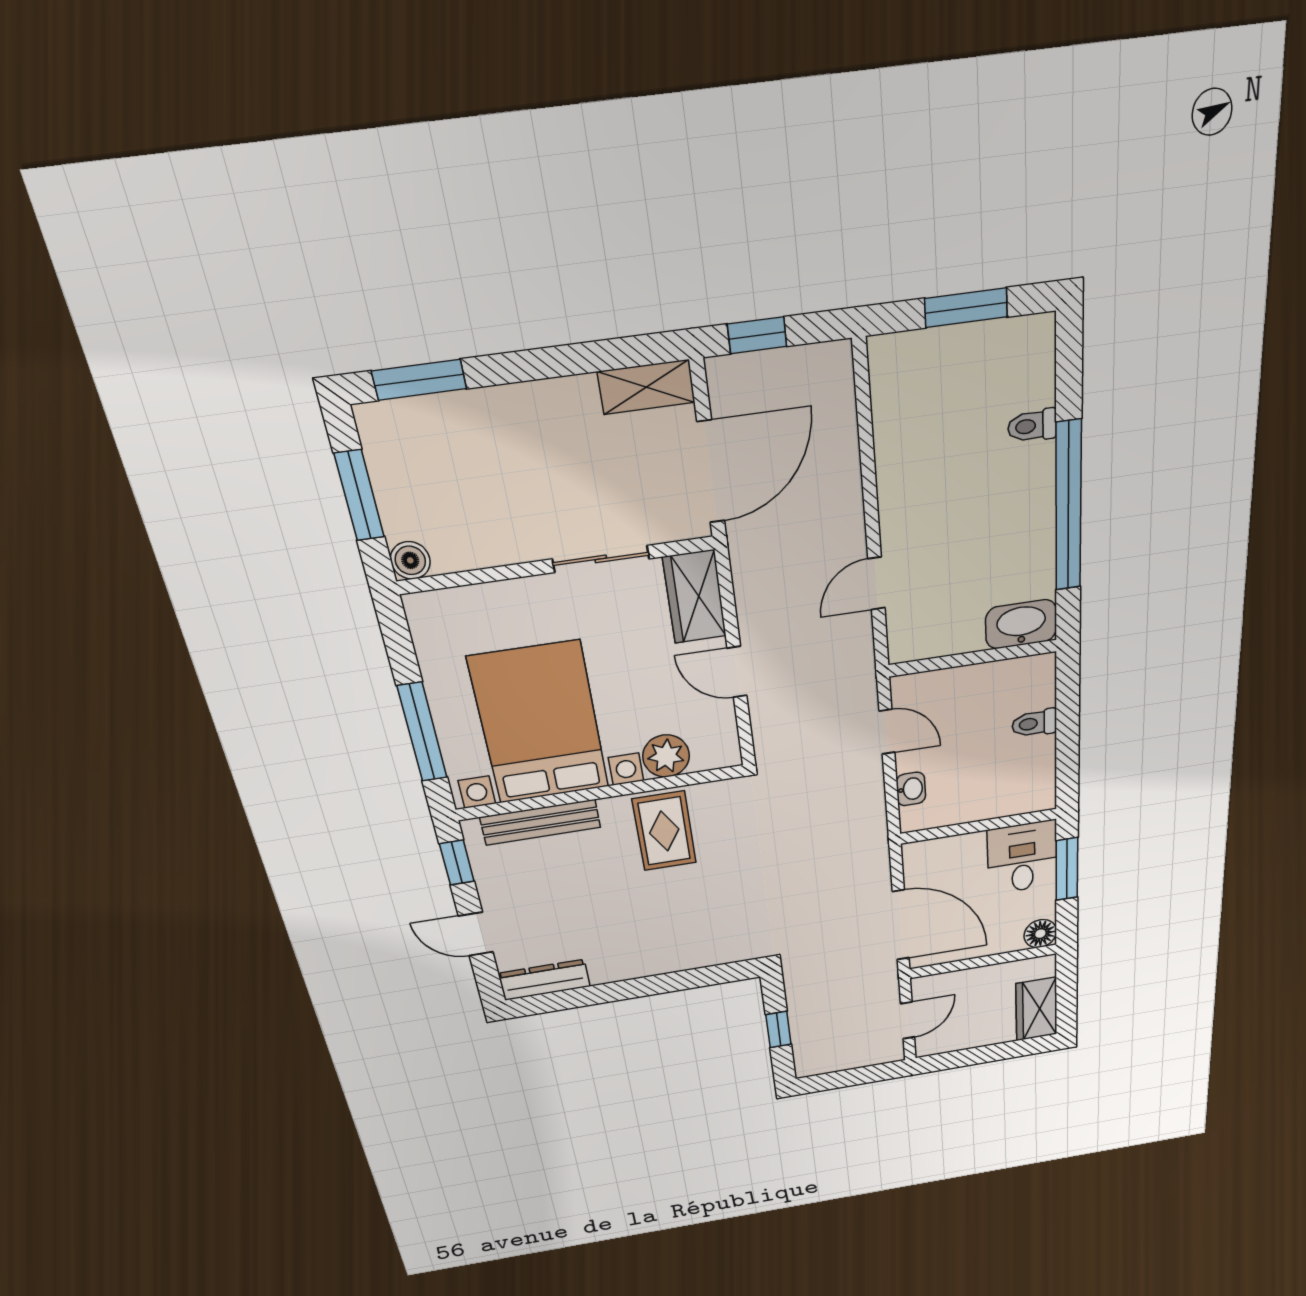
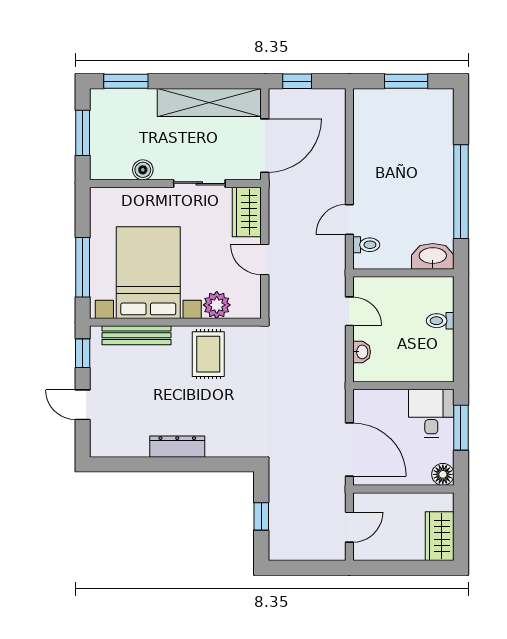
shelving: (646, 387) -> (209, 102), width x2.20, depth x1.33
toilet: (1032, 426) -> (366, 245), moved, turned 180
boiler: (410, 560) -> (143, 170), moved
dresser: (544, 980) -> (177, 447), moved

